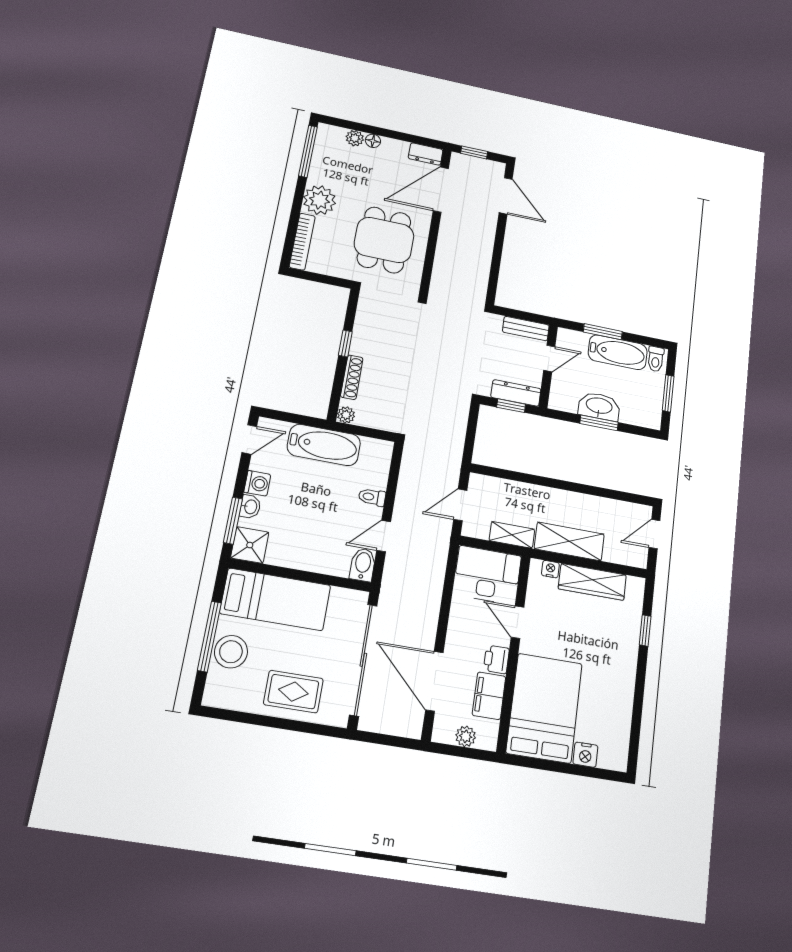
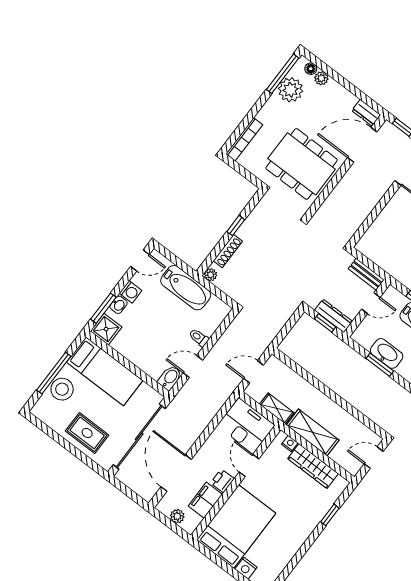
floor lamp: (373, 141) -> (311, 69), moved
plant: (319, 200) -> (291, 90), moved
dining table: (384, 240) -> (302, 164), width x1.38

